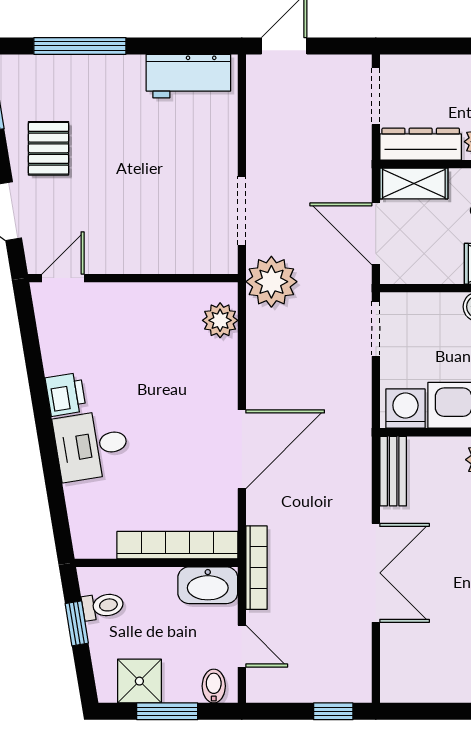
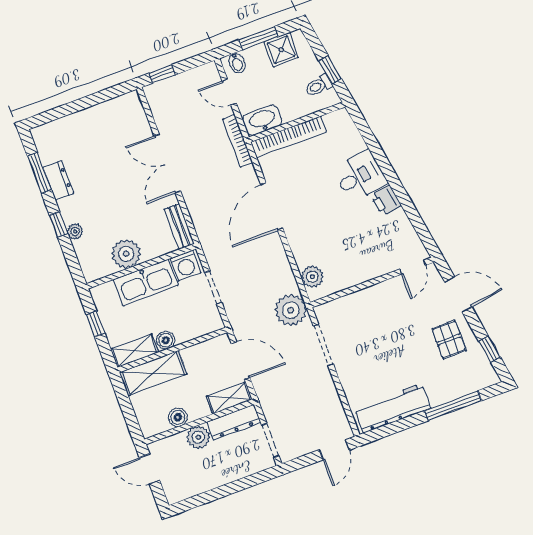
workbench: (188, 76) -> (393, 408), width x1.38
doorway: (376, 329) -> (213, 288), moved

